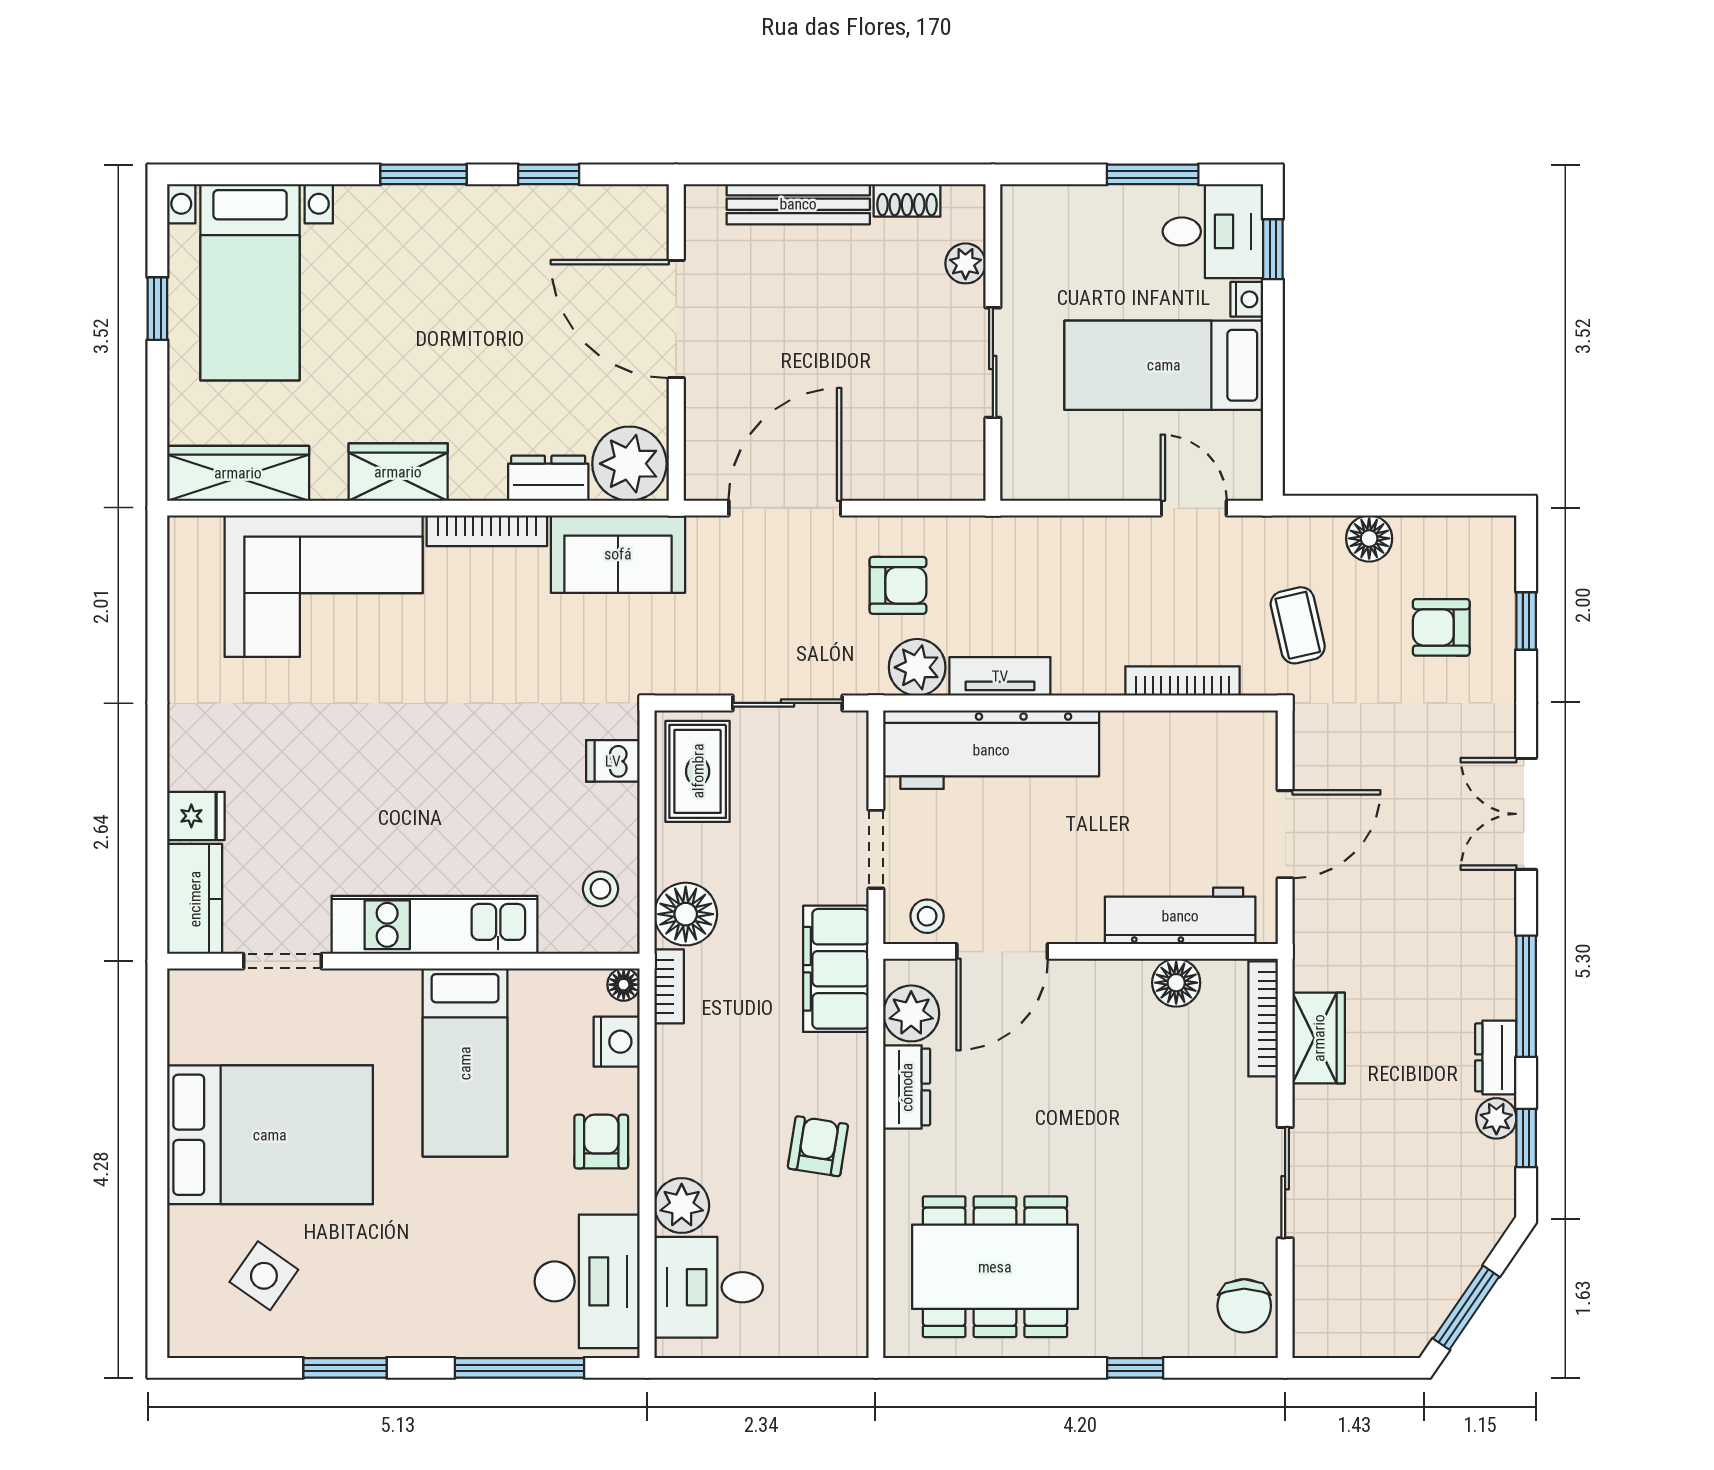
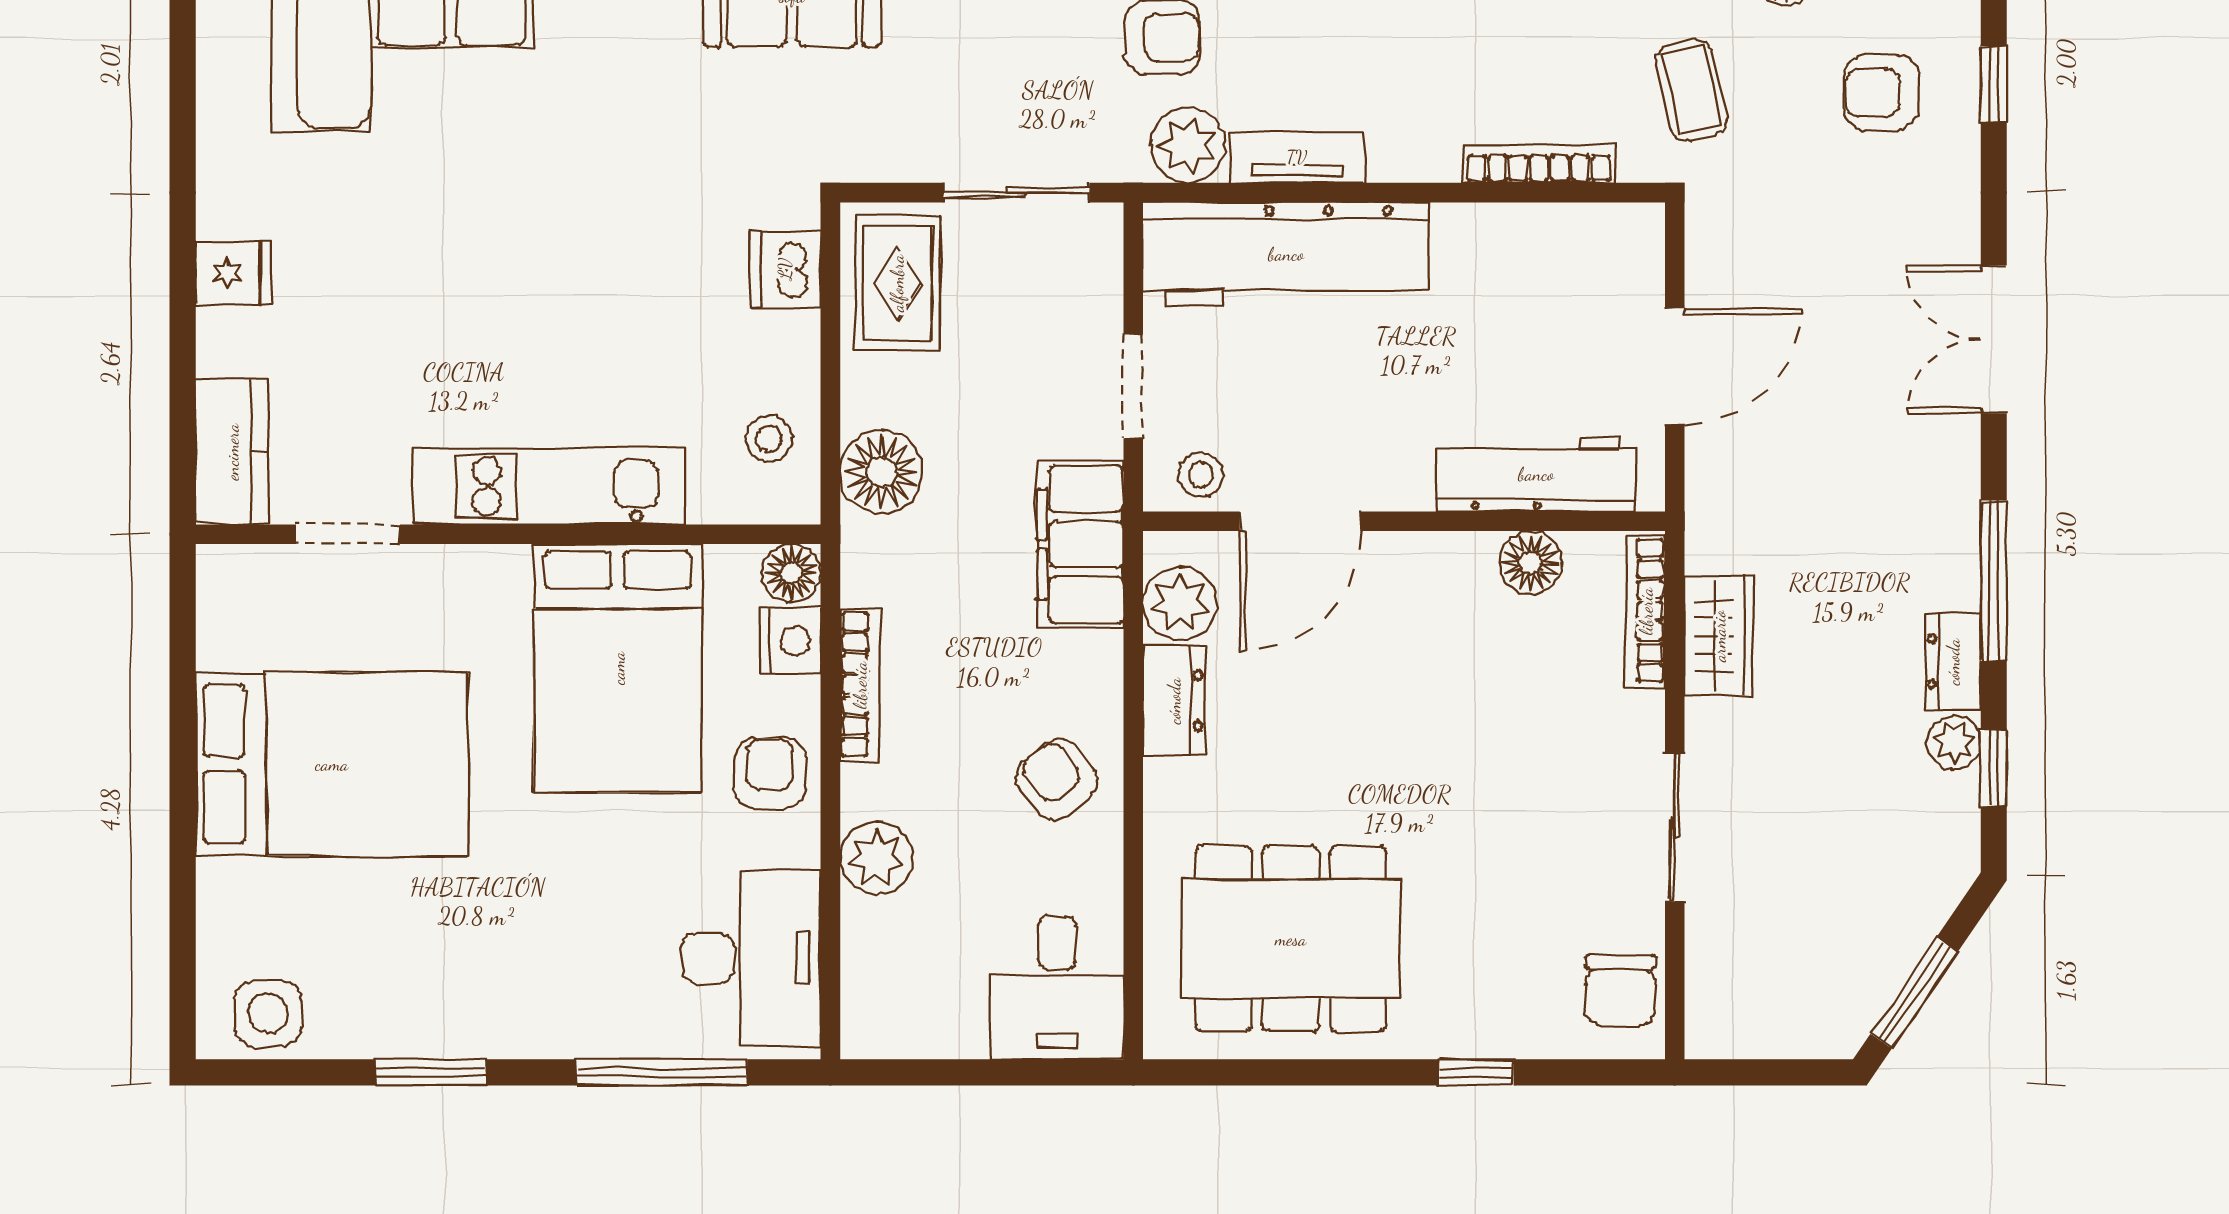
dishwasher: (613, 761) -> (785, 269), width x1.38
fridge: (196, 816) -> (234, 273), moved
floor lamp: (624, 985) -> (791, 573), width x1.37, depth x1.37
bookcase: (669, 986) -> (860, 685), moved, width x1.56
bed: (465, 1063) -> (618, 668), width x1.50
armchair: (818, 1146) -> (1057, 779), turned -47
side table: (264, 1276) -> (268, 1013), moved, turned -35
desk: (709, 1287) -> (1057, 988), moved, turned -90

